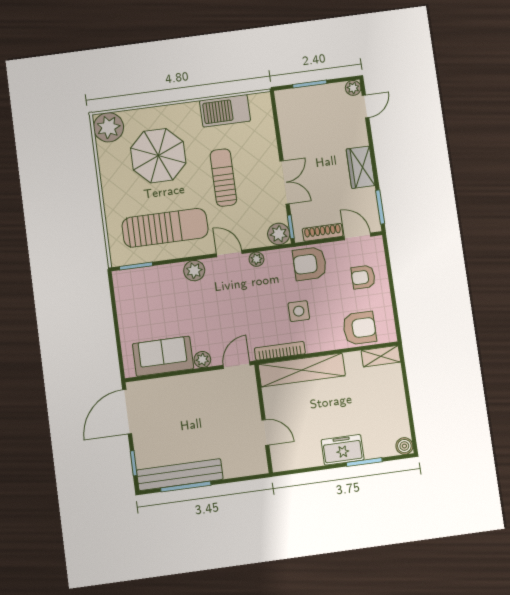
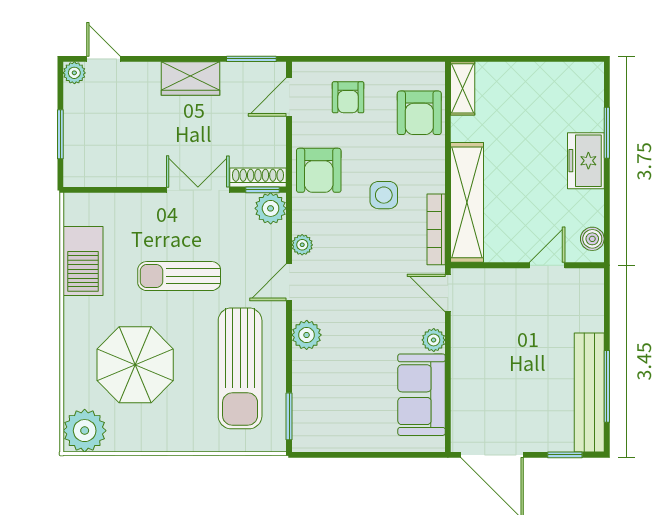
sun lounger: (165, 228) -> (240, 368), turned 180
shoe rack: (323, 232) -> (258, 178), moved, turned 90
armchair: (359, 328) -> (419, 113), turned 180
boiler: (404, 446) -> (592, 239), moved

